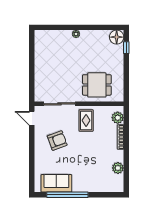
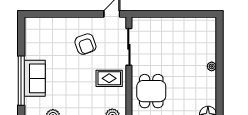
sofa: (56, 183) -> (35, 78), moved
window: (67, 195) -> (21, 81), moved

